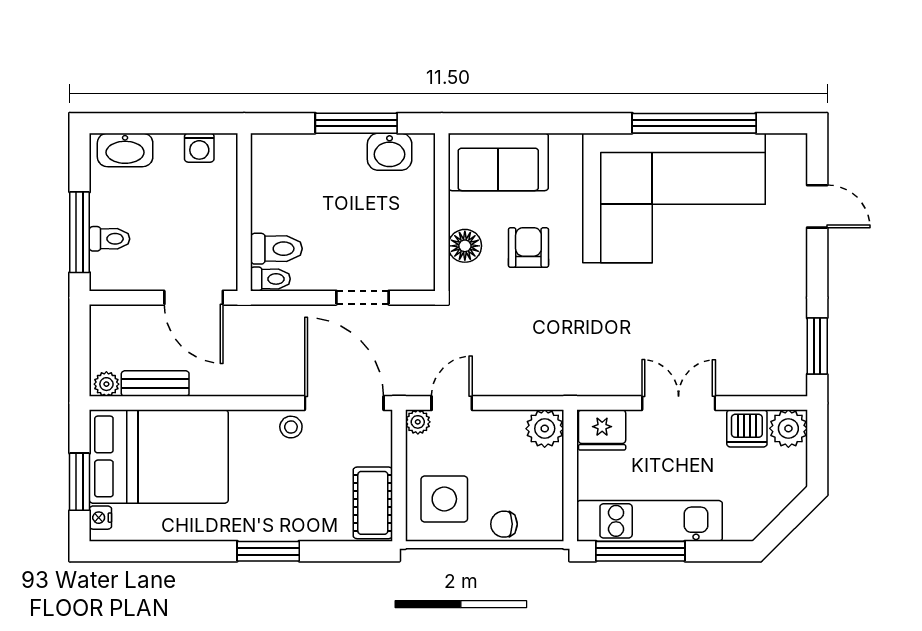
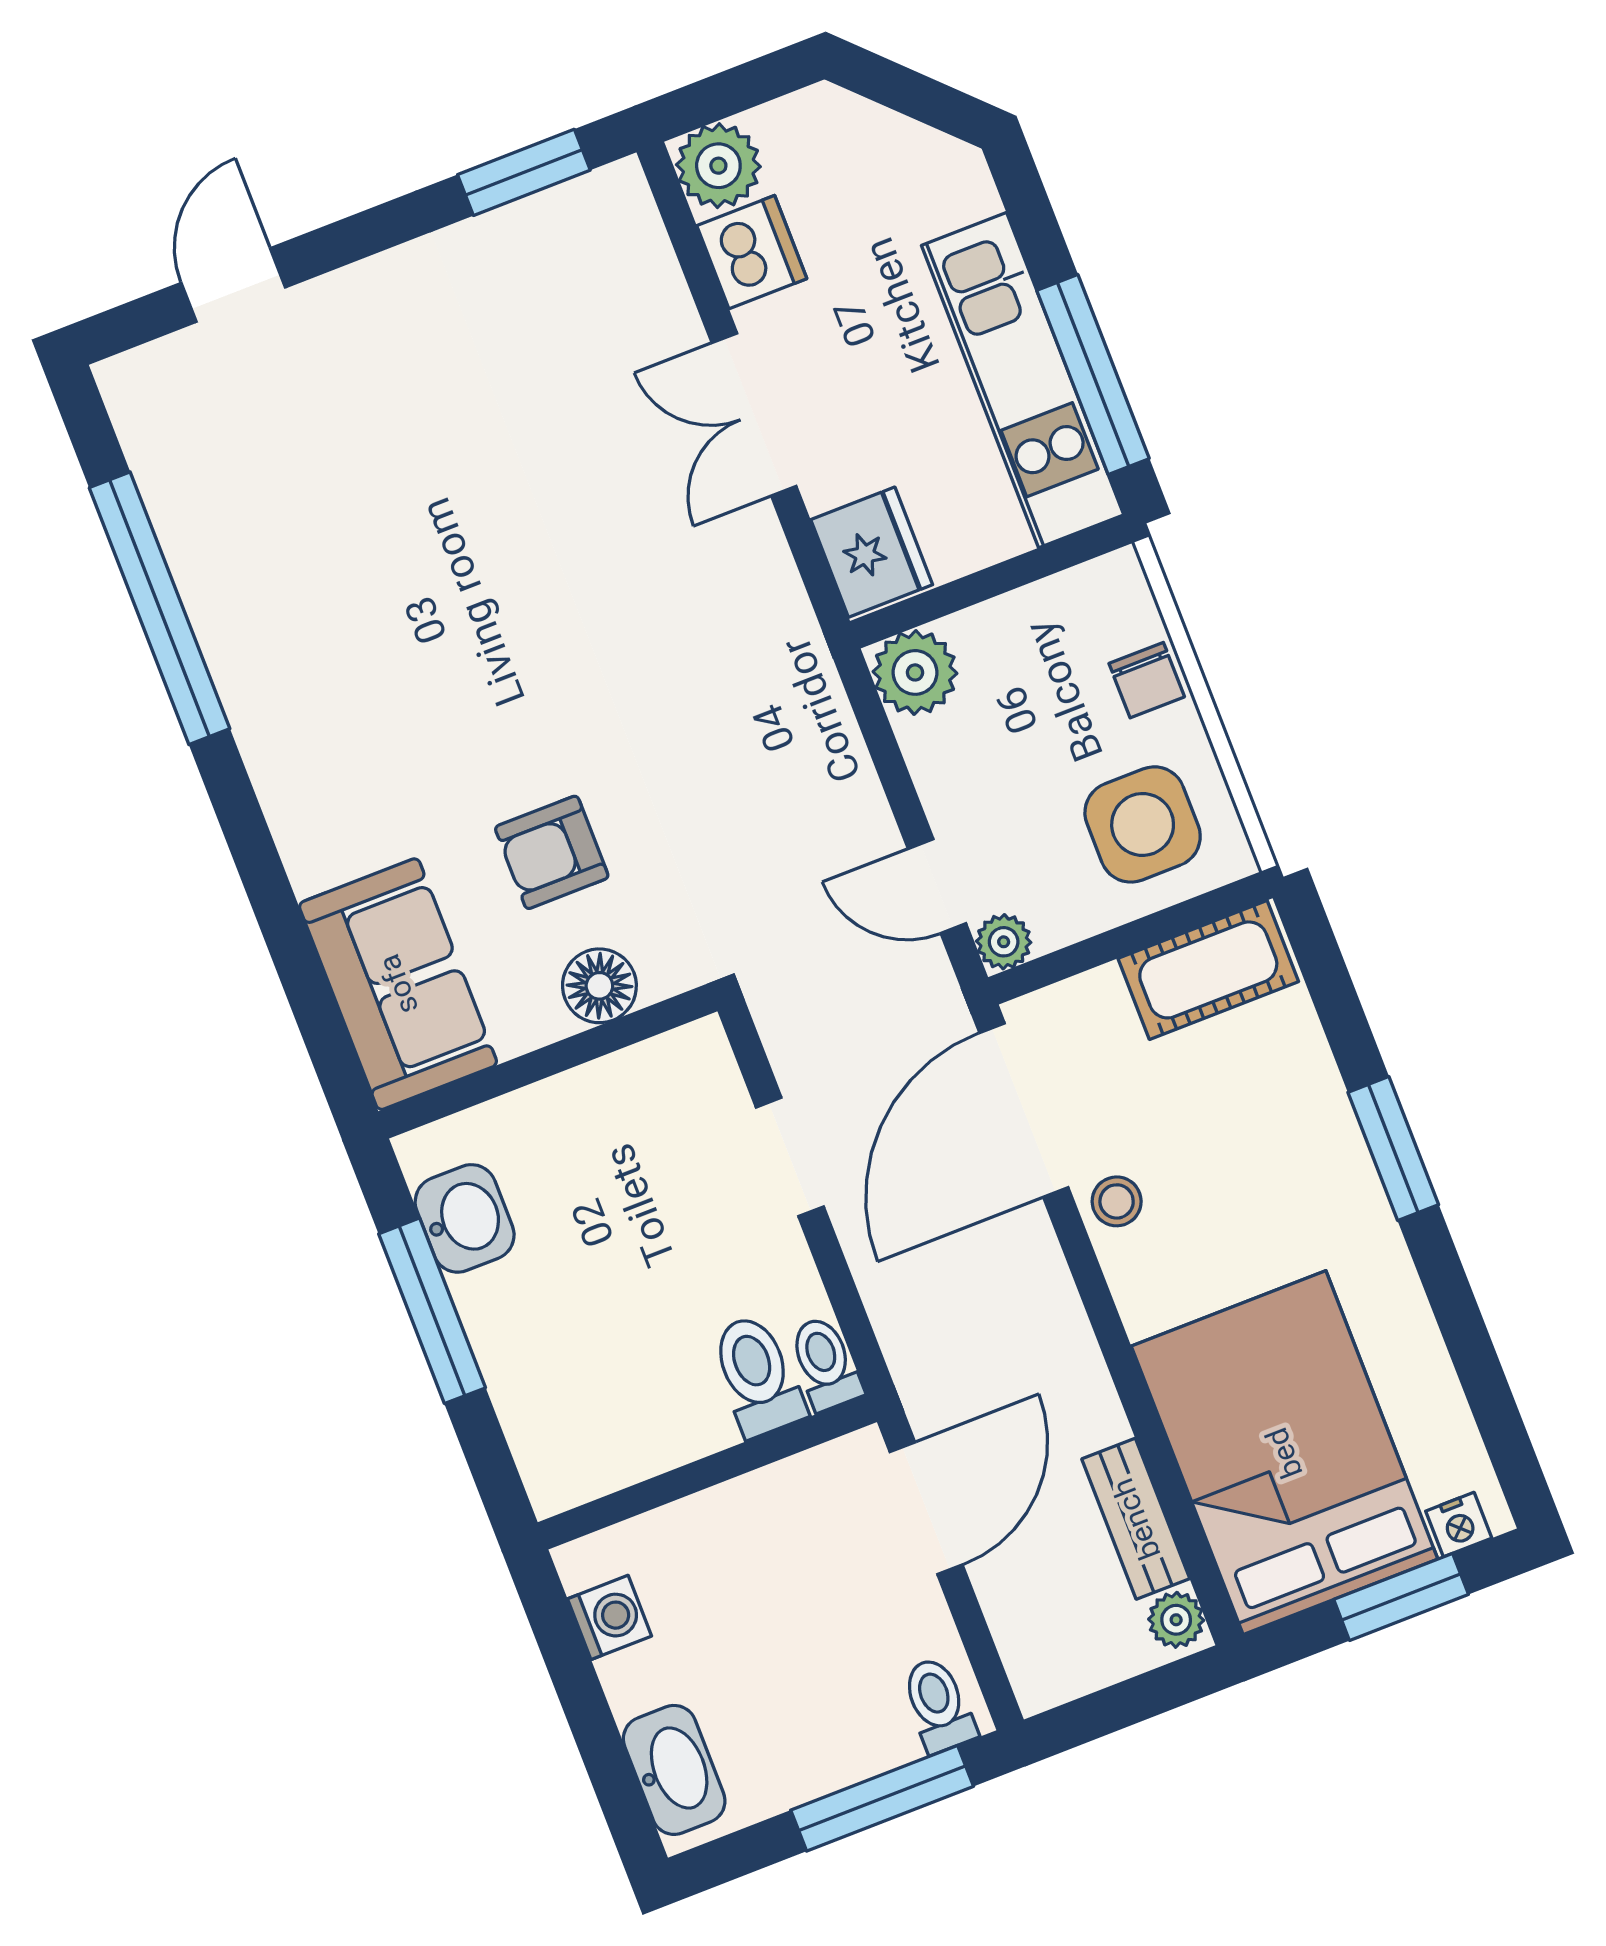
corner sofa: (674, 198) -> (331, 590), removed
toilet: (109, 239) -> (938, 1705), moved

